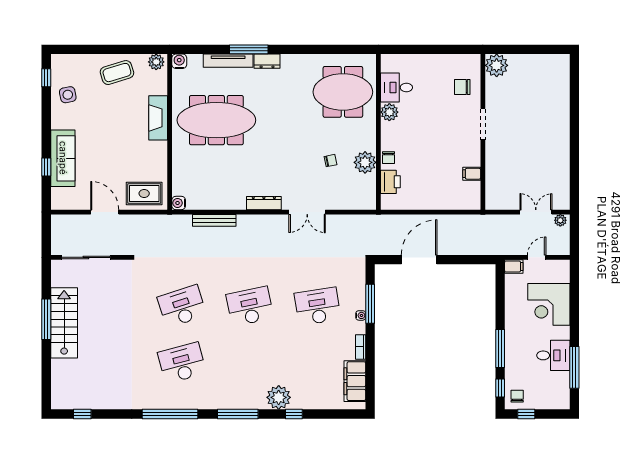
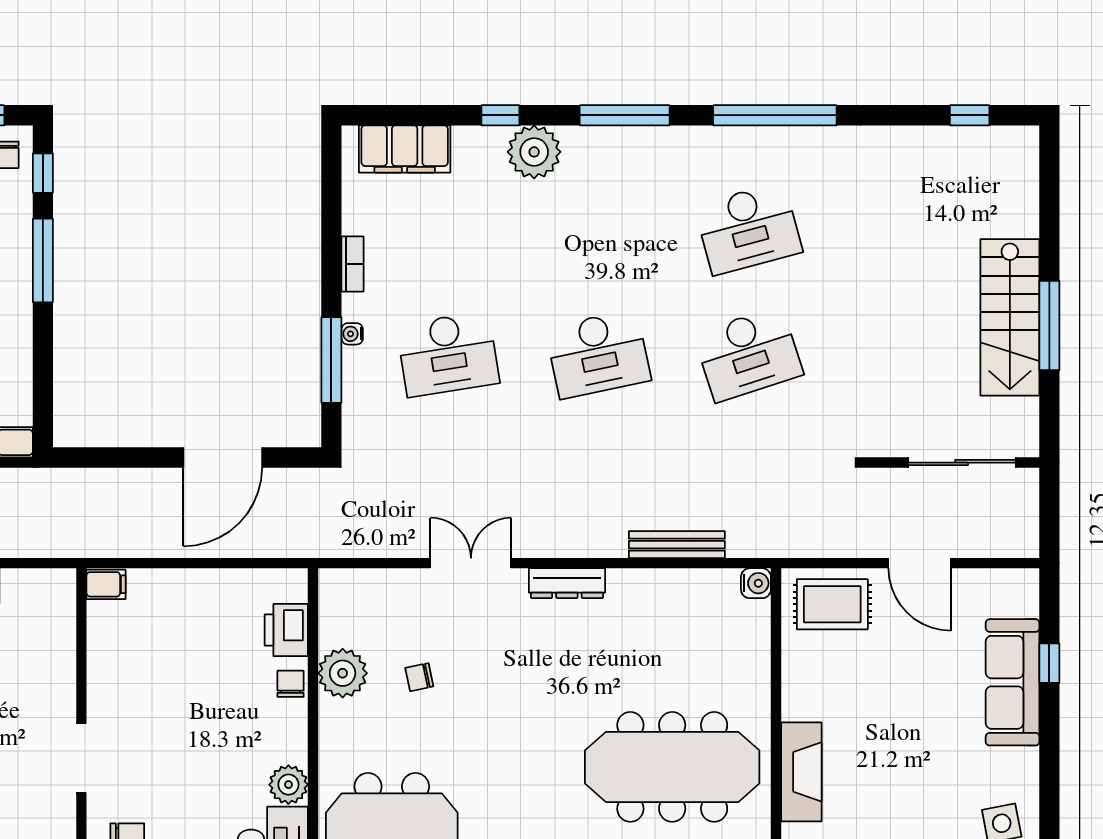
filing cabinet: (472, 174) -> (106, 584), moved
filing cabinet: (355, 381) -> (405, 149), moved, turned 90

